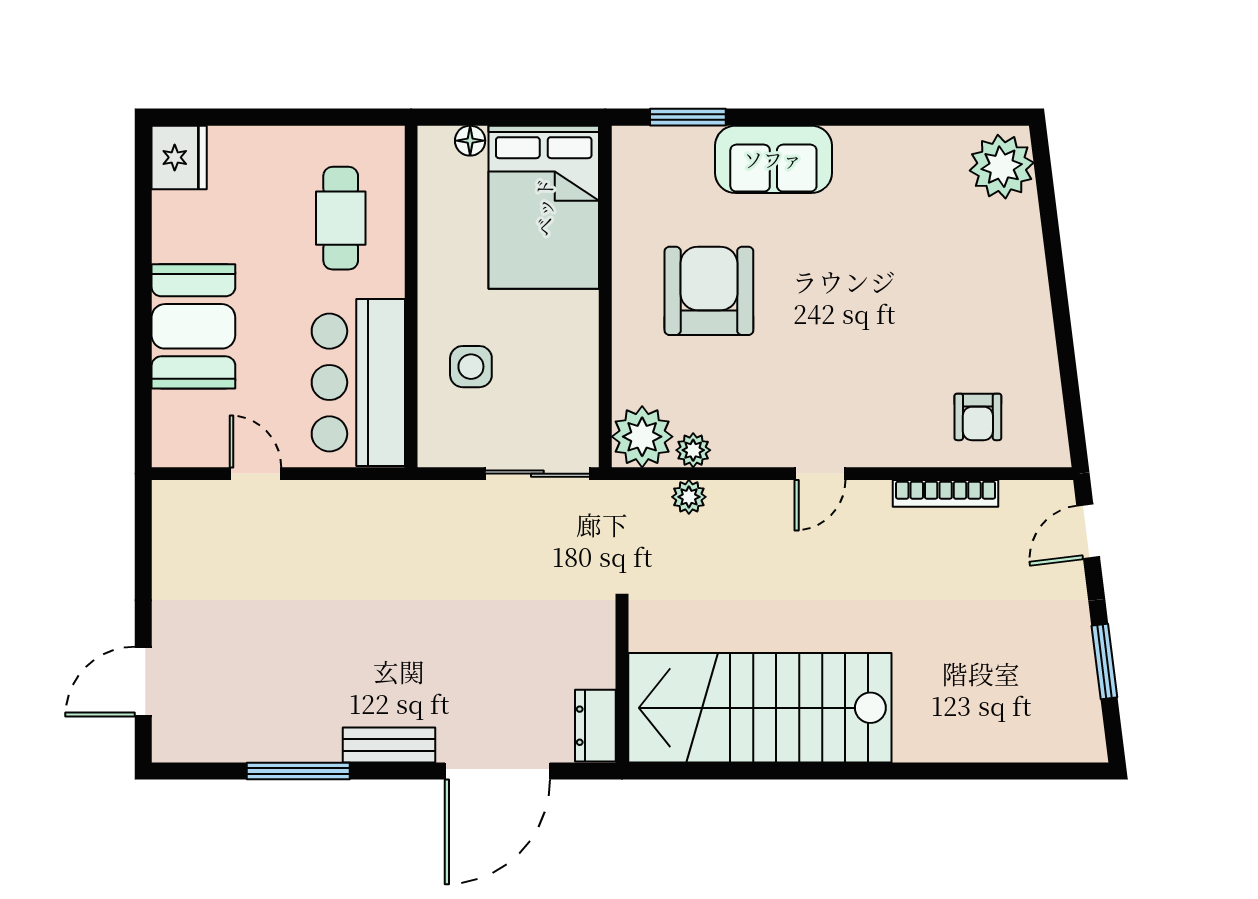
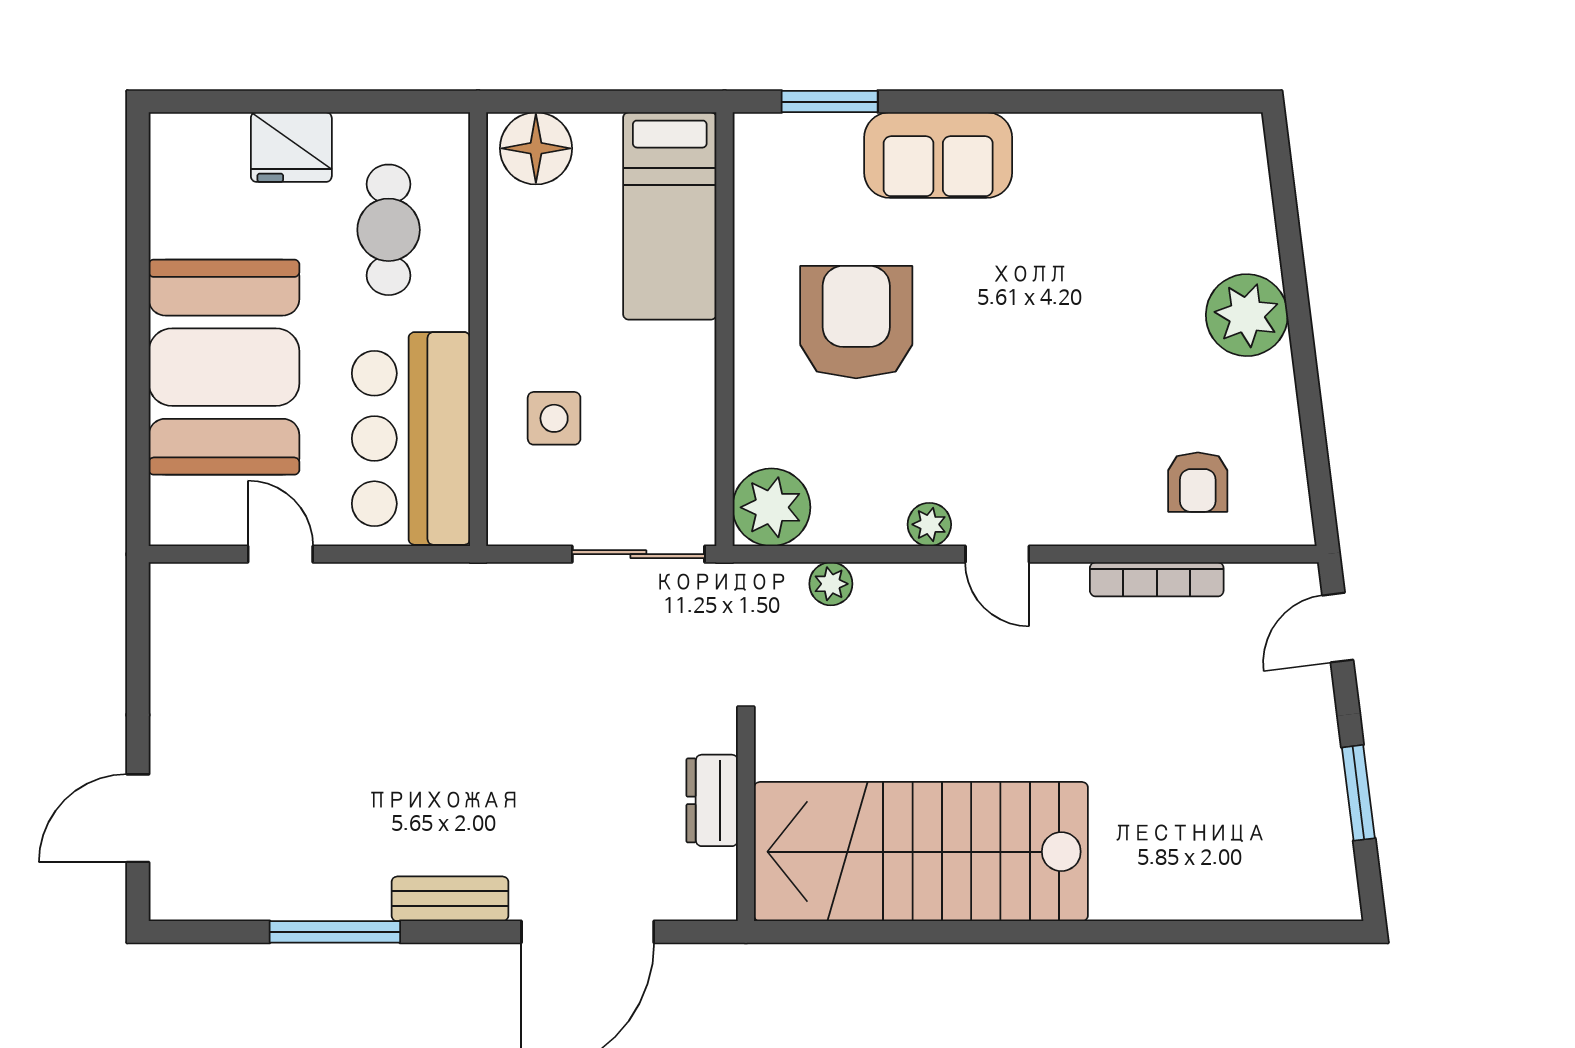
floor lamp: (470, 141) -> (536, 148), width x1.89, depth x1.89
fridge: (179, 157) -> (291, 147), moved, turned 90
plant: (1002, 167) -> (1247, 315), moved
bed: (544, 207) -> (670, 216), width x0.67
booth: (193, 326) -> (224, 367), width x1.36, depth x1.42
plant: (693, 450) -> (929, 524), moved
door: (820, 474) -> (997, 554), hinge flipped
dresser: (595, 726) -> (712, 800), moved

